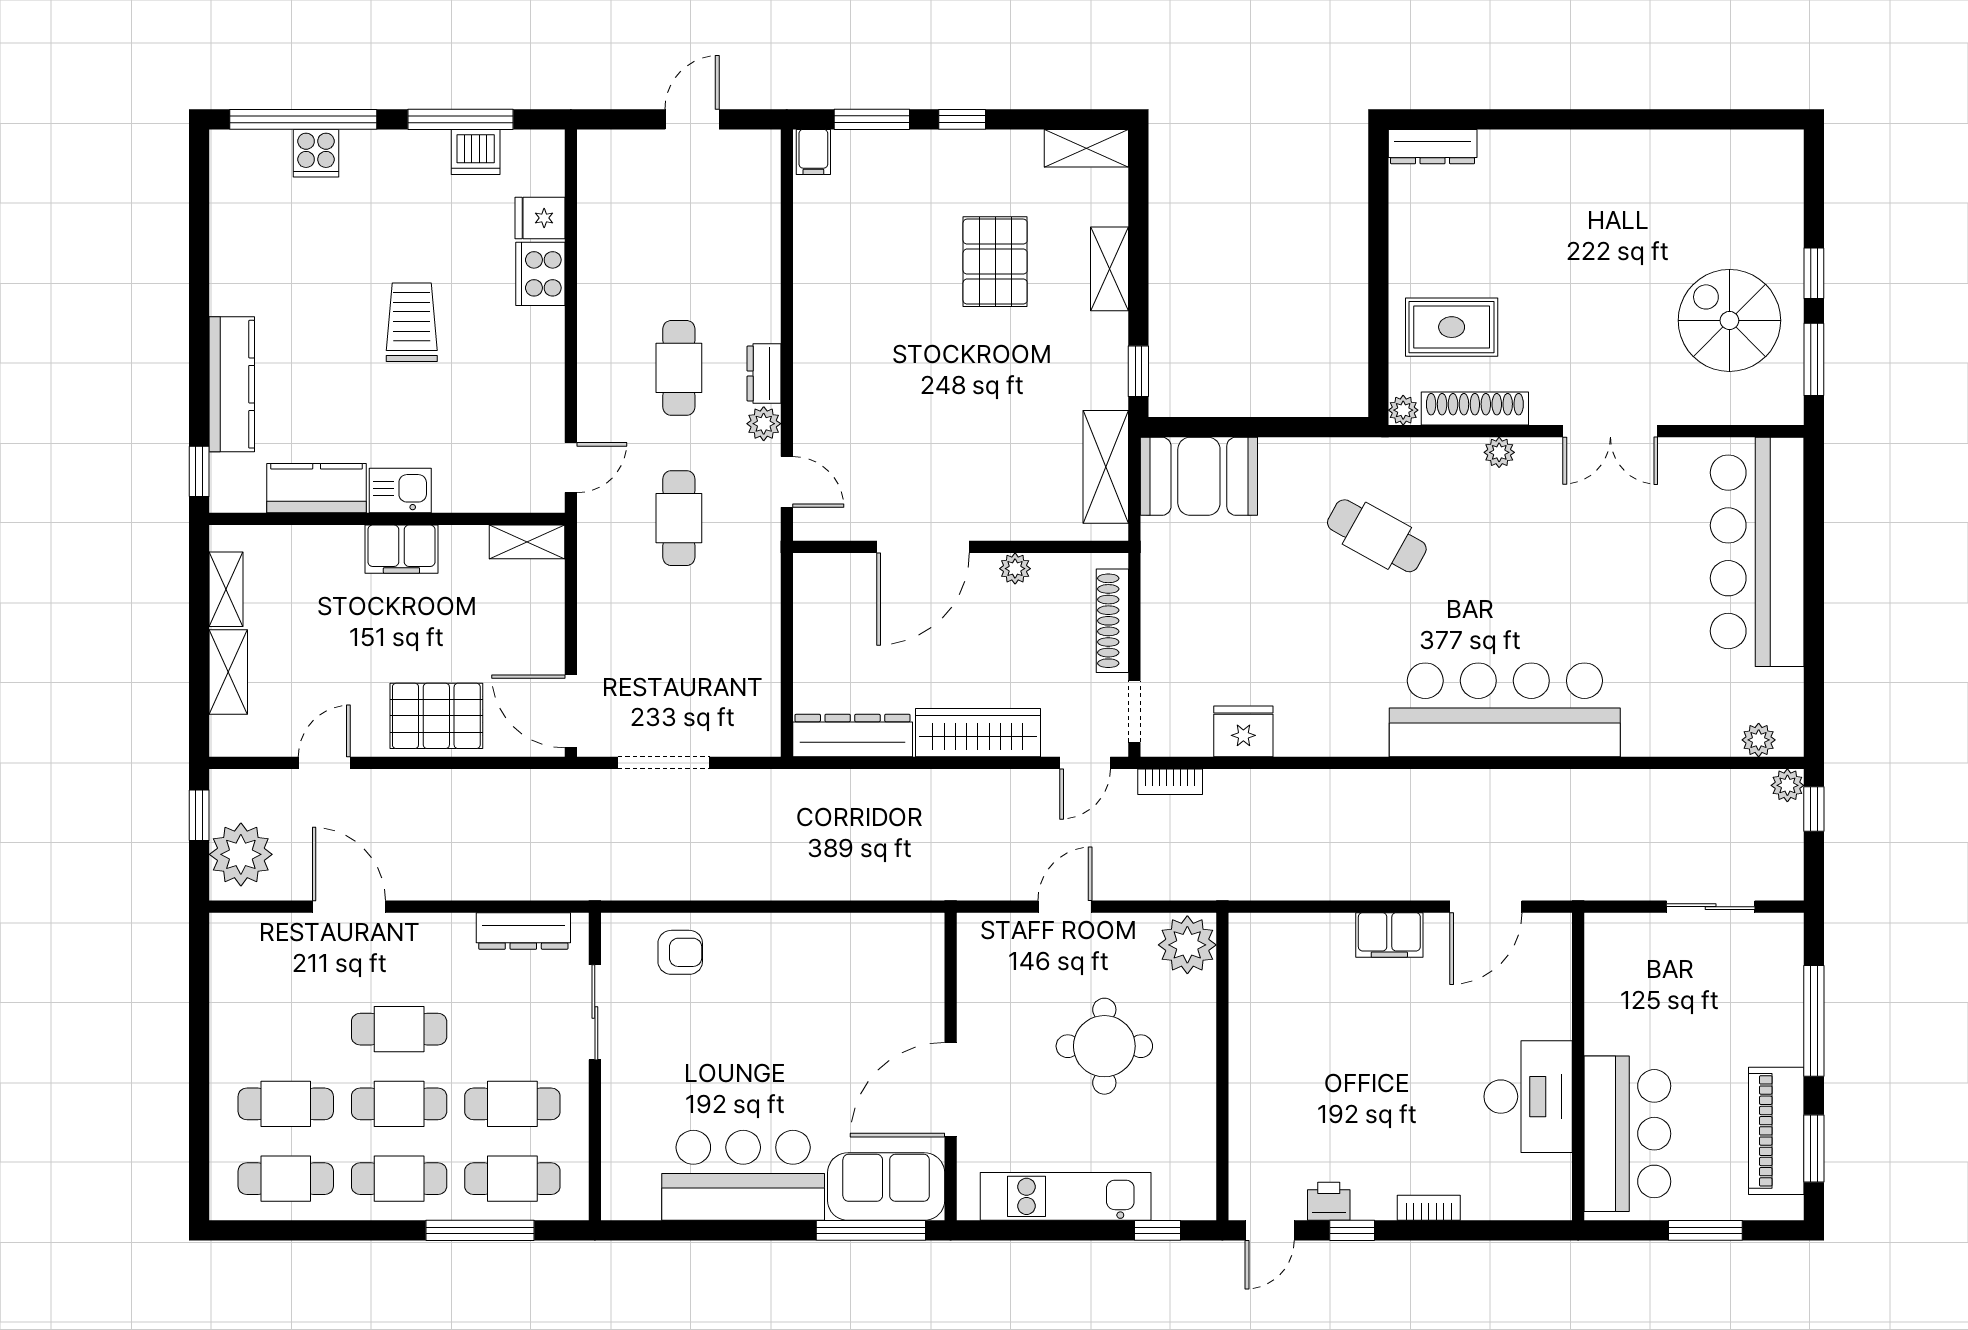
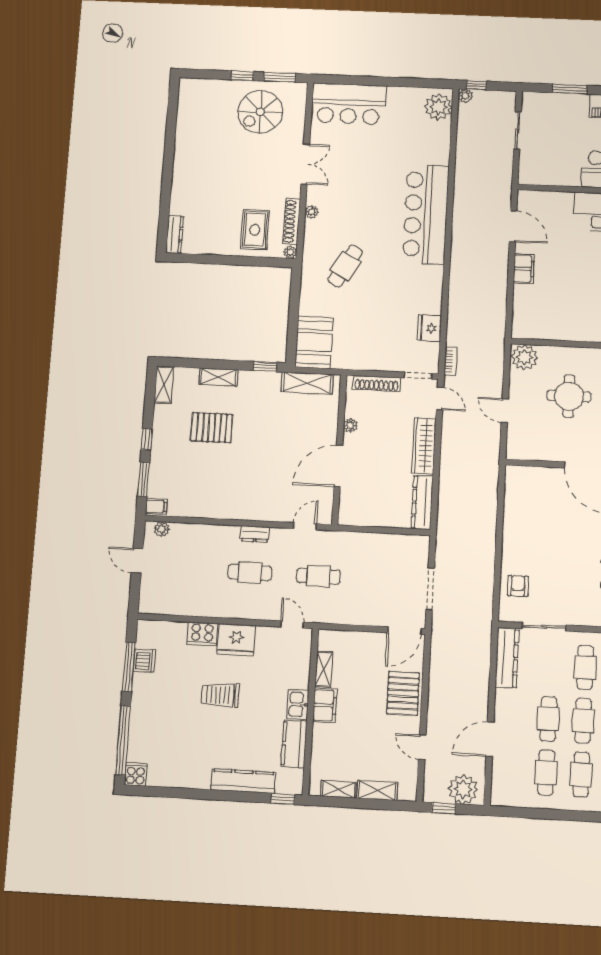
cooker: (316, 153) -> (136, 774), moved, turned -90
fridge: (540, 218) -> (236, 640), moved, width x1.88, depth x1.34
plant: (764, 424) -> (162, 529), moved
shelving: (527, 542) -> (324, 669), moved
door: (923, 547) -> (338, 466), swing flipped
bar counter: (1757, 552) -> (349, 104), width x0.73
plant: (1759, 740) -> (438, 107), width x1.87, depth x1.87
dresser: (523, 931) -> (507, 658), width x1.37, depth x1.24
window: (1814, 1021) -> (570, 89), width x0.69
cafe table: (286, 1029) -> (546, 773), added

